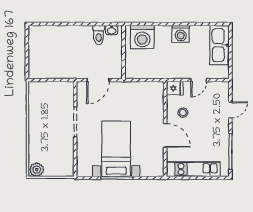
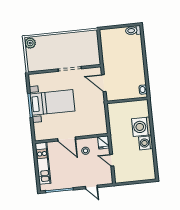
toilet: (99, 35) -> (133, 30), moved
washing machine: (142, 37) -> (142, 127), moved
kitchen sink: (220, 45) -> (140, 174), removed
door: (165, 135) -> (67, 139), hinge flipped

